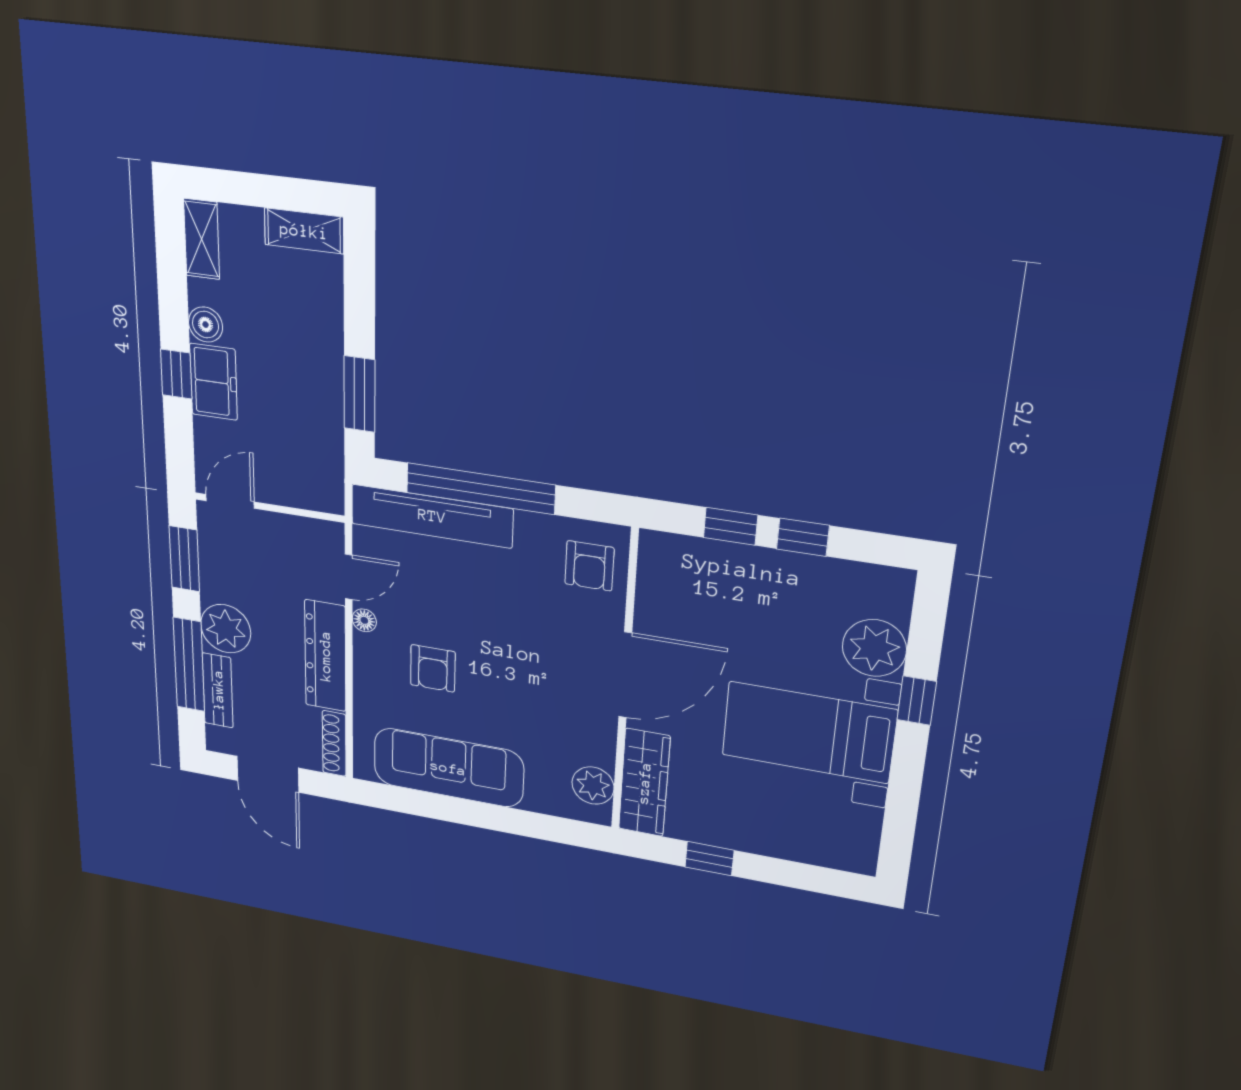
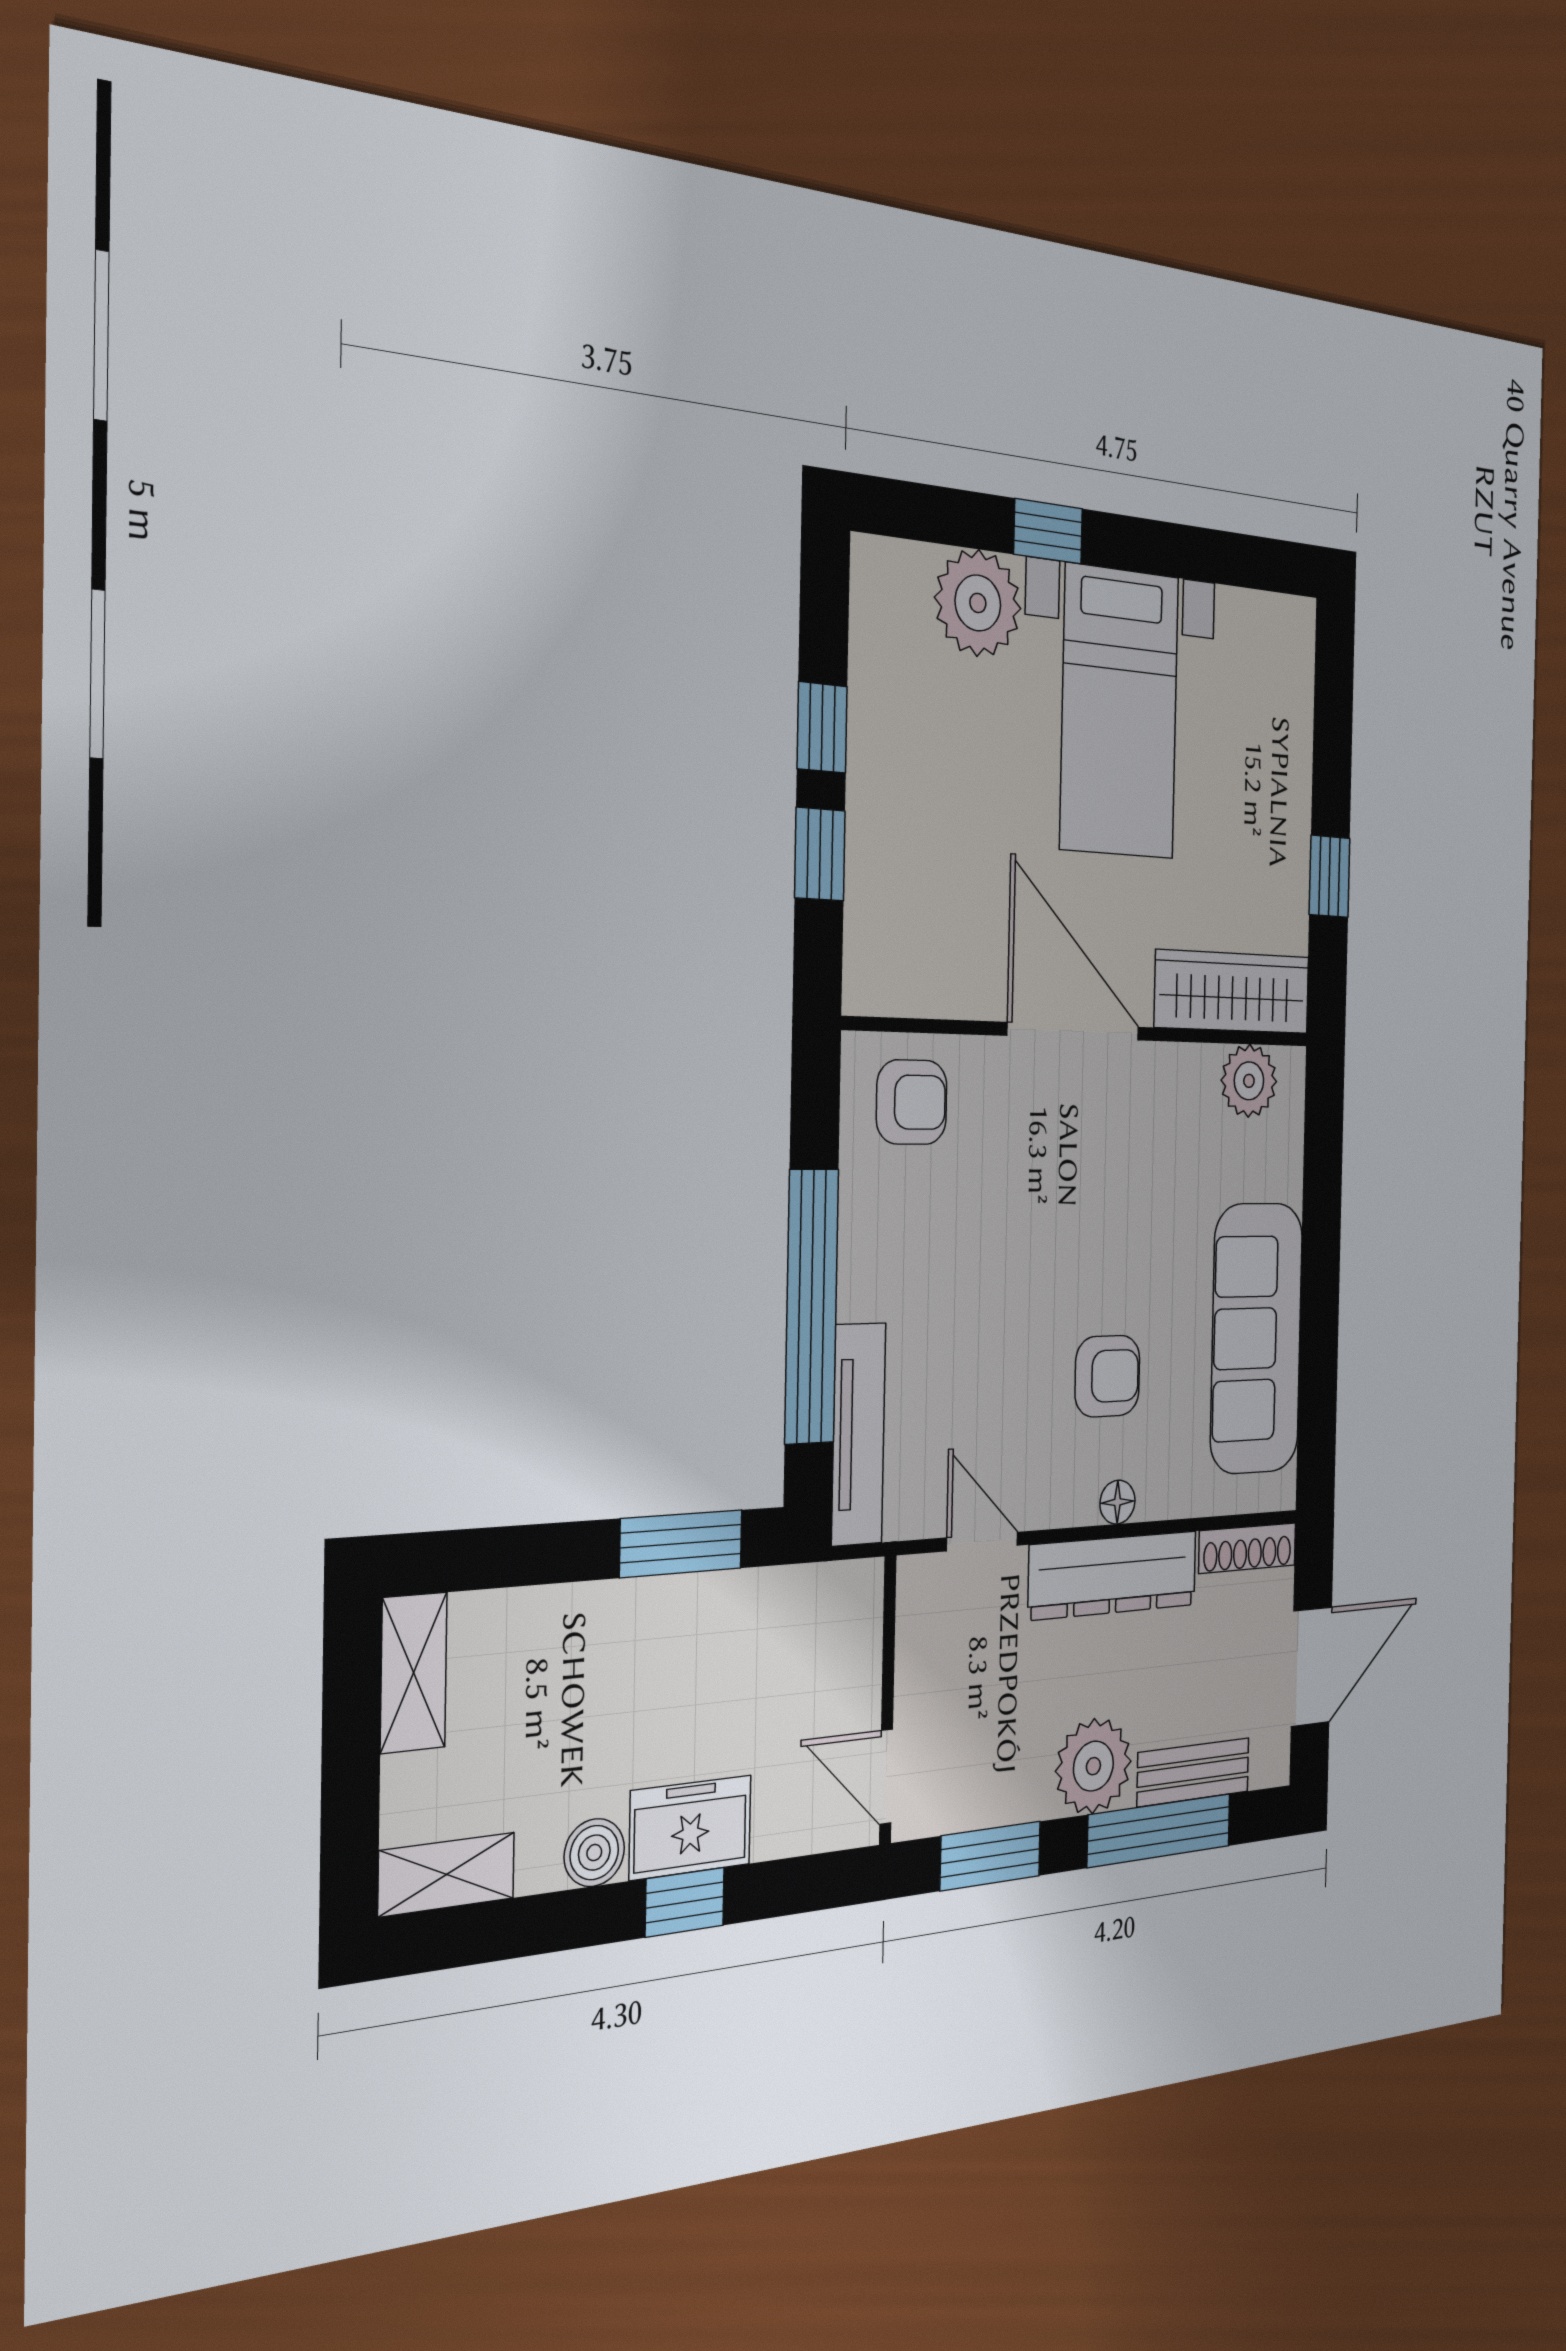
tv unit: (432, 516) -> (859, 1434), width x0.73, depth x0.78
floor lamp: (364, 620) -> (1117, 1502), moved

